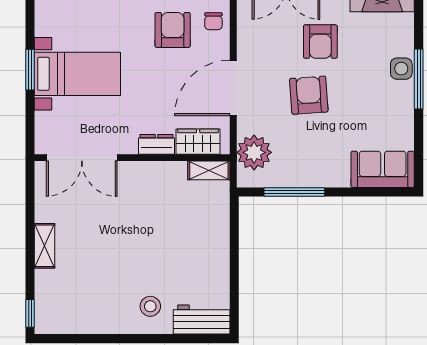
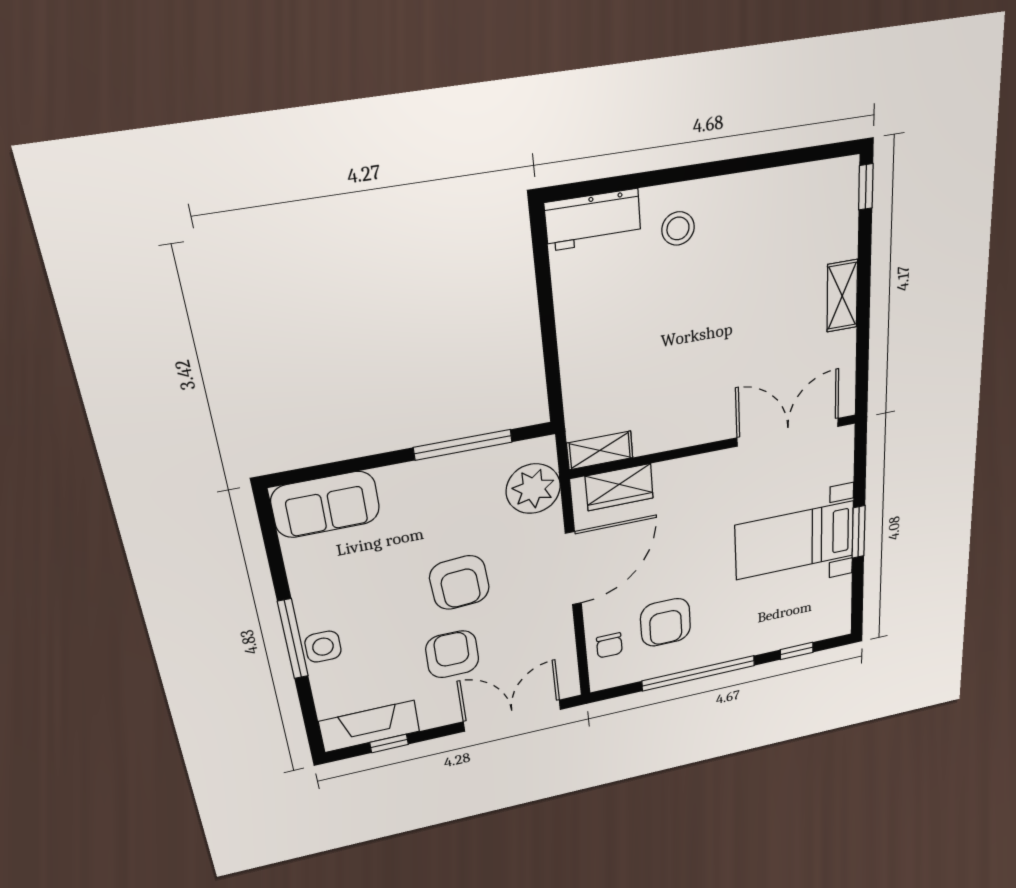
chair: (213, 21) -> (609, 645), turned 180
dresser: (157, 144) -> (680, 471), removed

